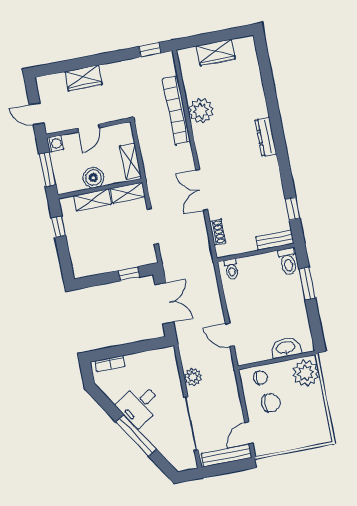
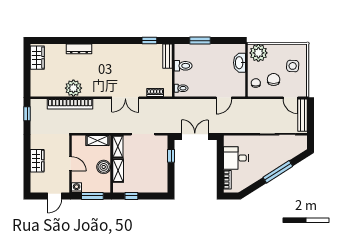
wardrobe: (216, 52) -> (37, 58), moved
dresser: (266, 137) -> (79, 49), moved
toilet: (288, 261) -> (183, 66), moved
plant: (193, 377) -> (247, 127), removed
desk: (139, 405) -> (236, 158), moved, turned 122
side table: (296, 427) -> (293, 66), added

